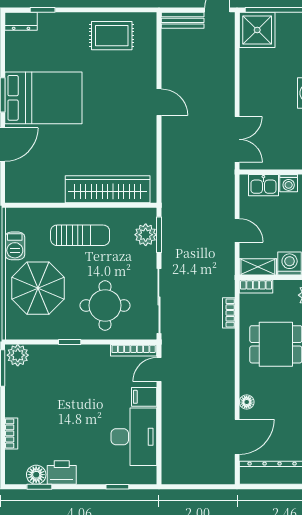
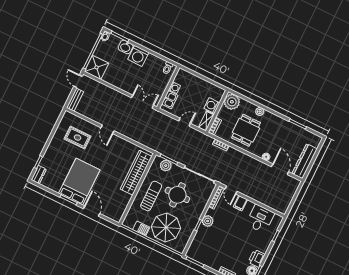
rug: (112, 36) -> (78, 138), moved, turned 90
door: (159, 102) -> (108, 129), swing flipped
round table: (105, 305) -> (177, 195), moved
plant: (18, 355) -> (208, 221), moved
desk: (134, 437) -> (260, 219), width x0.73

